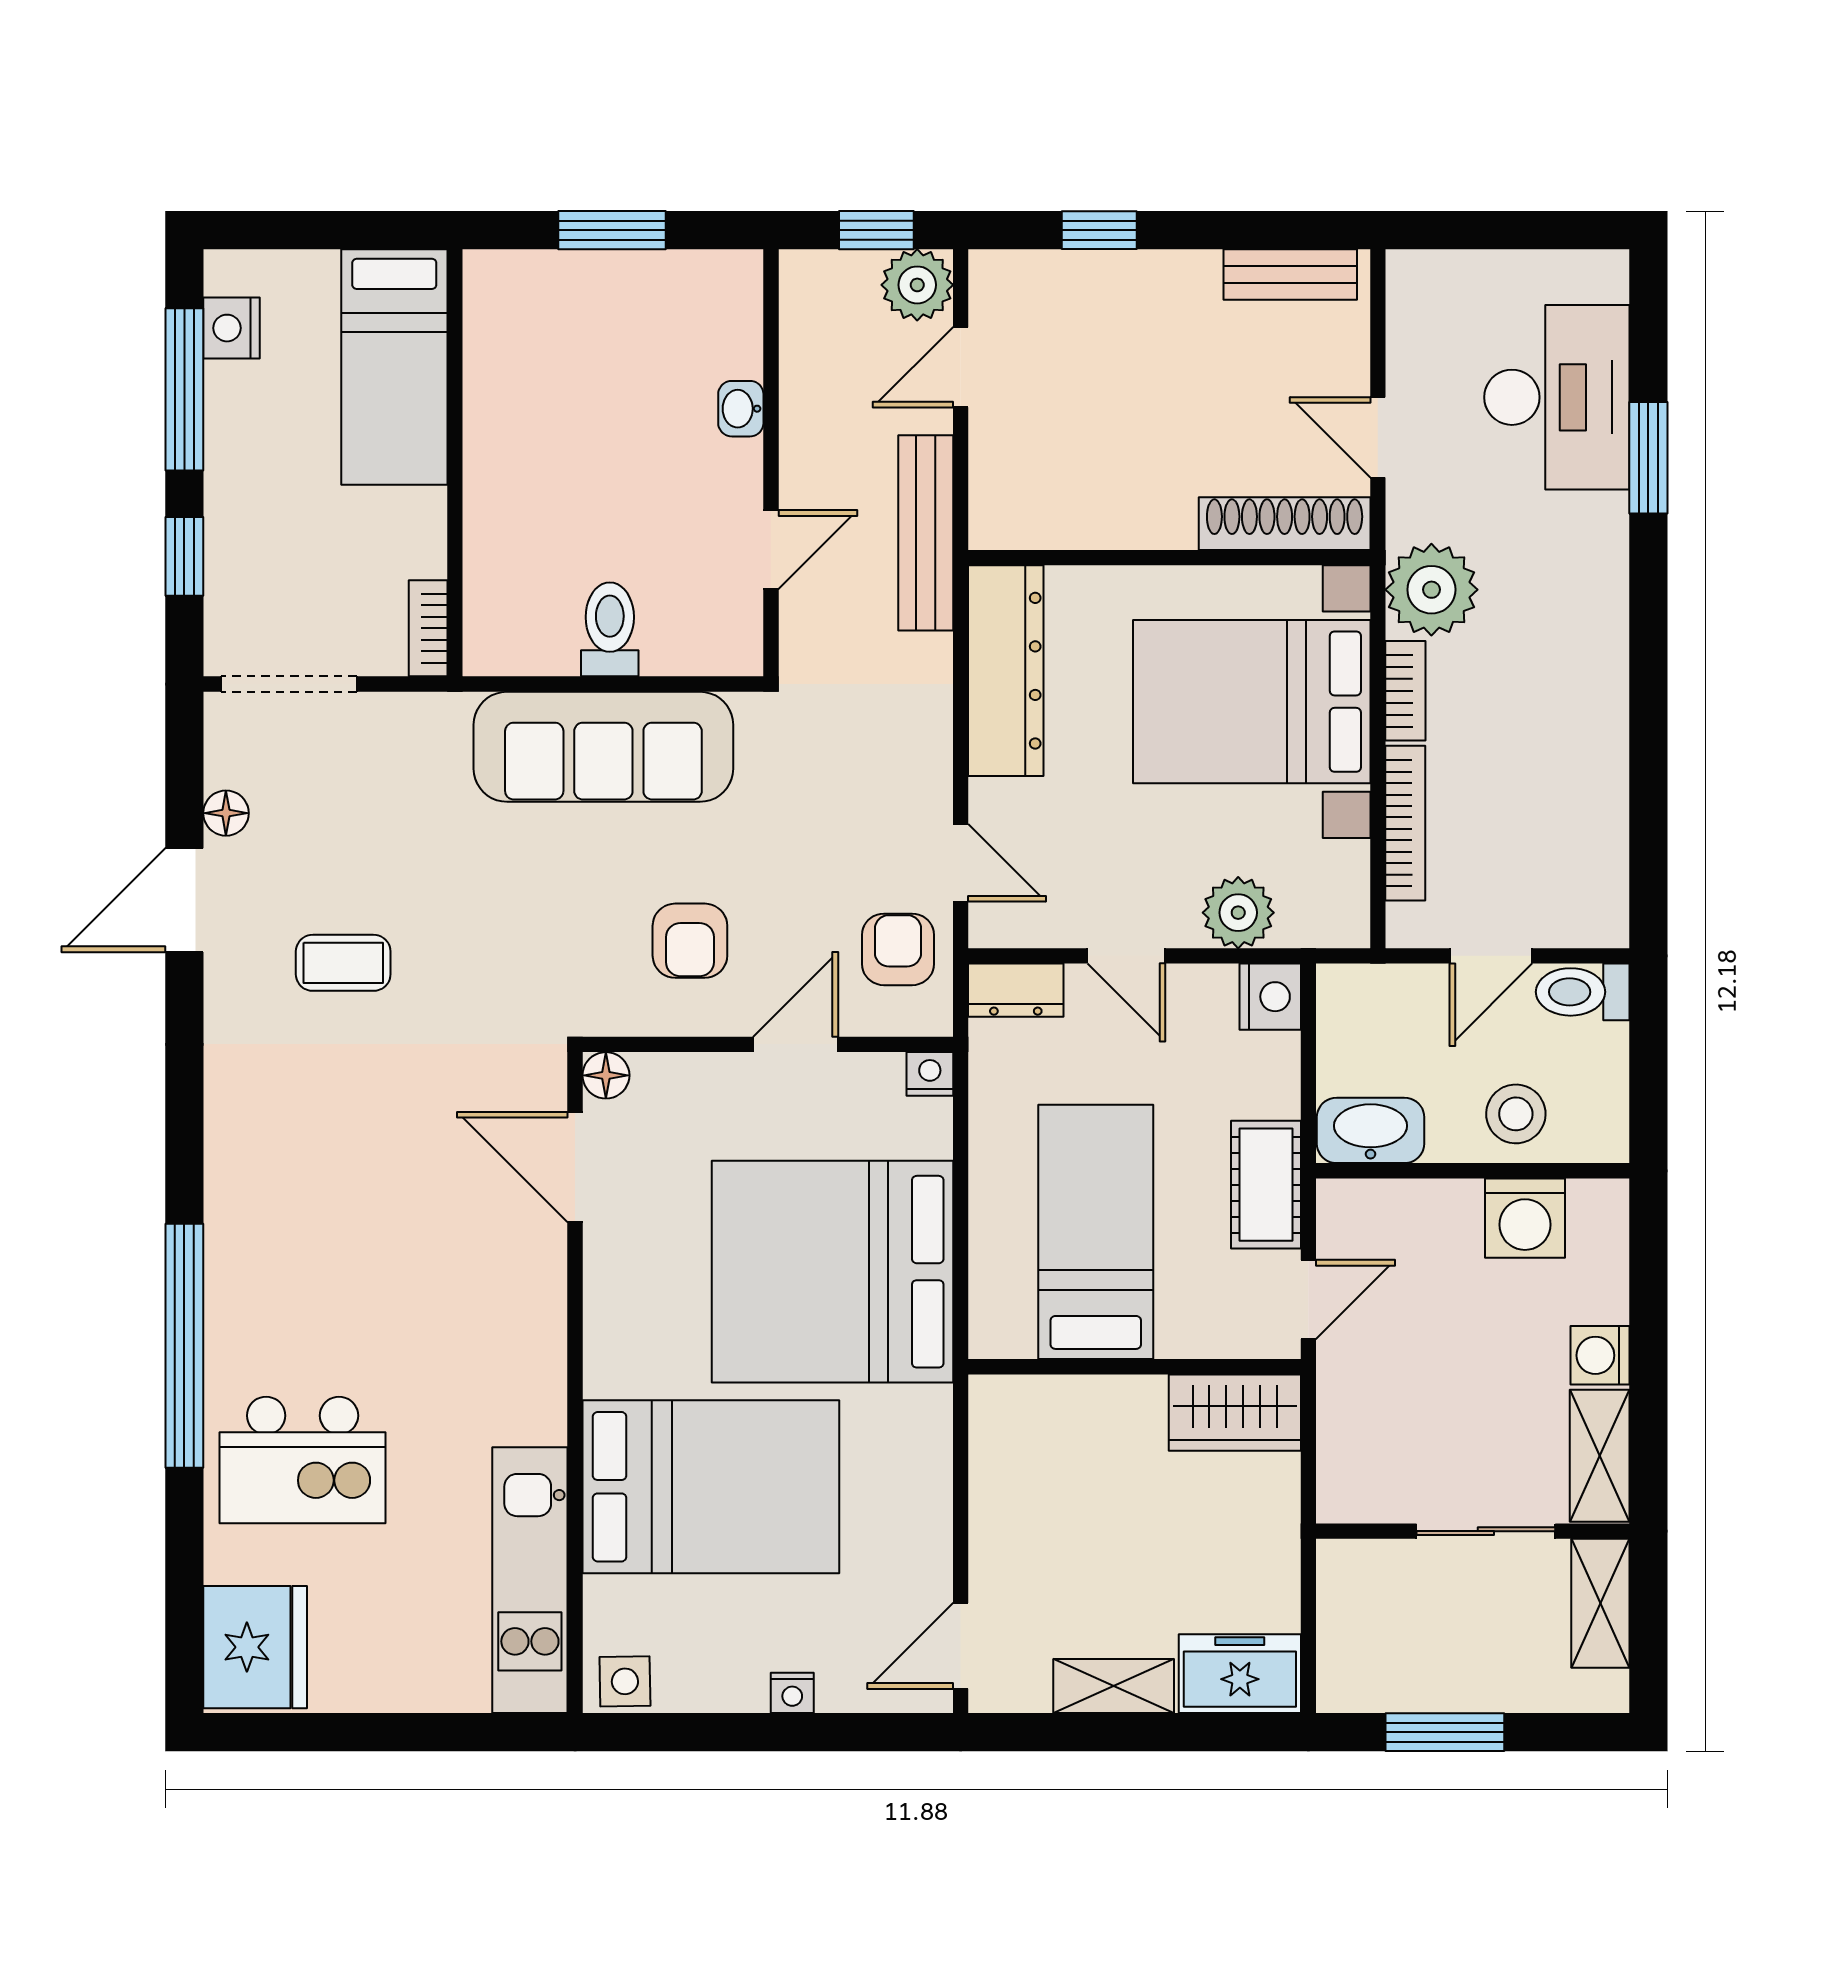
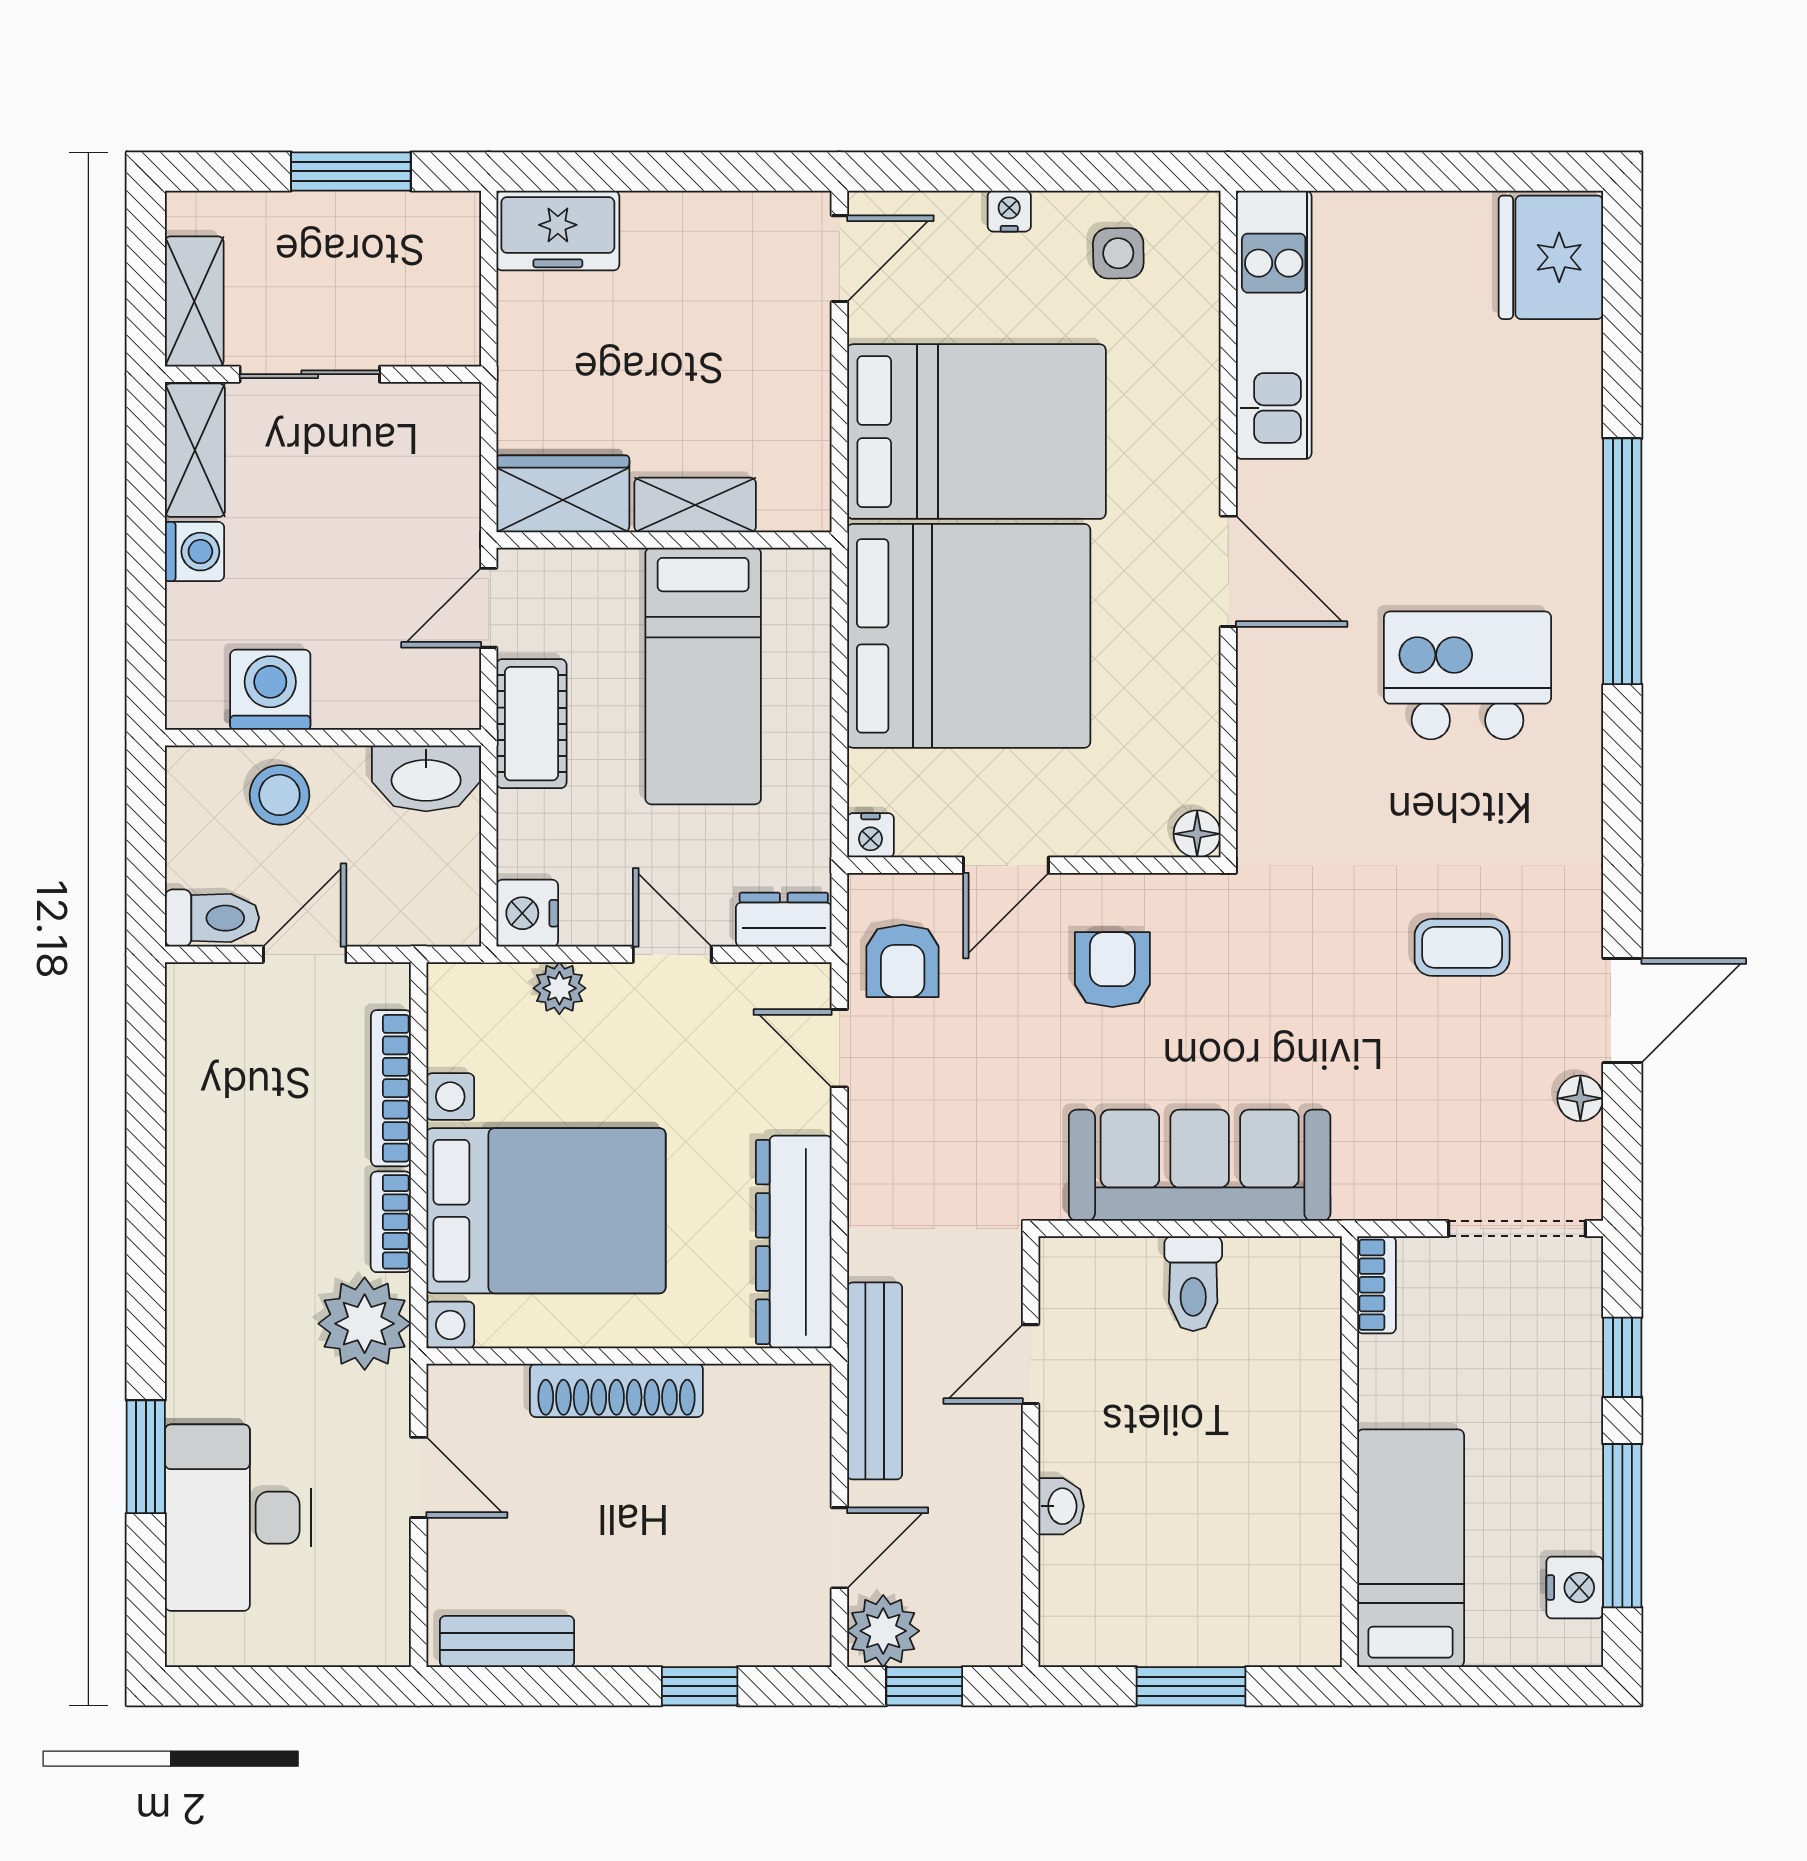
shoe rack: (1285, 524) -> (616, 1390), moved
plant: (1238, 913) -> (559, 988), width x0.73, depth x0.73
door: (575, 1167) -> (1228, 571), moved
kitchen island: (303, 1460) -> (1468, 675), moved
bed: (711, 1487) -> (976, 432), moved, turned 180
side table: (625, 1681) -> (1118, 253), moved
shelving: (1114, 1686) -> (695, 505), moved

